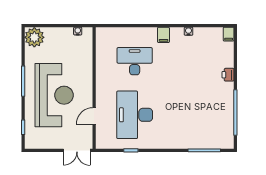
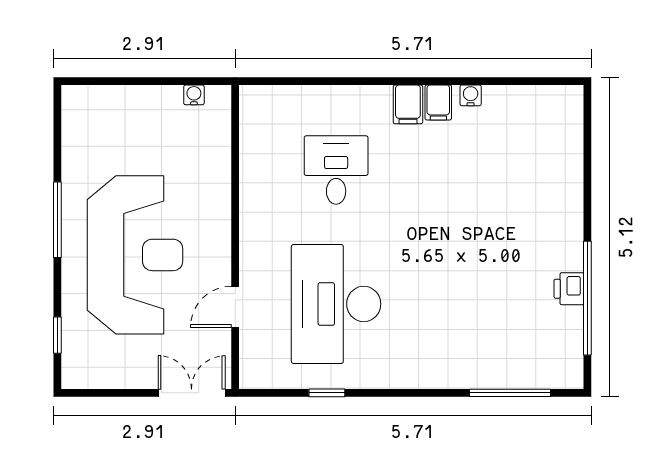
filing cabinet: (229, 34) -> (438, 102), moved
plant: (34, 37) -> (86, 110), removed
desk: (135, 61) -> (336, 170), width x0.73
printer: (228, 75) -> (569, 289), moved
double door: (77, 150) -> (192, 393), swing flipped

